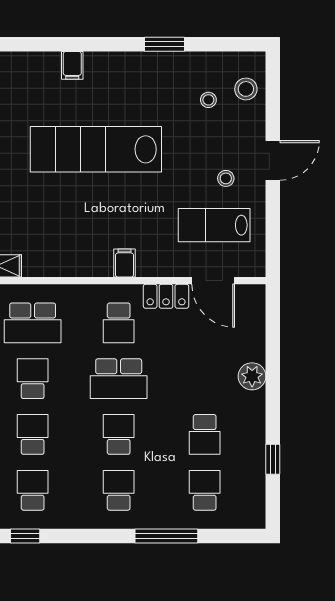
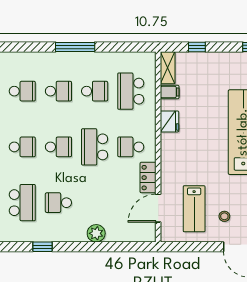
lab bench: (214, 225) -> (194, 209), turned 180
fridge: (79, 263) -> (169, 121), added
filing cabinet: (125, 263) -> (170, 92), moved
school desk: (205, 490) -> (22, 203), width x1.85

